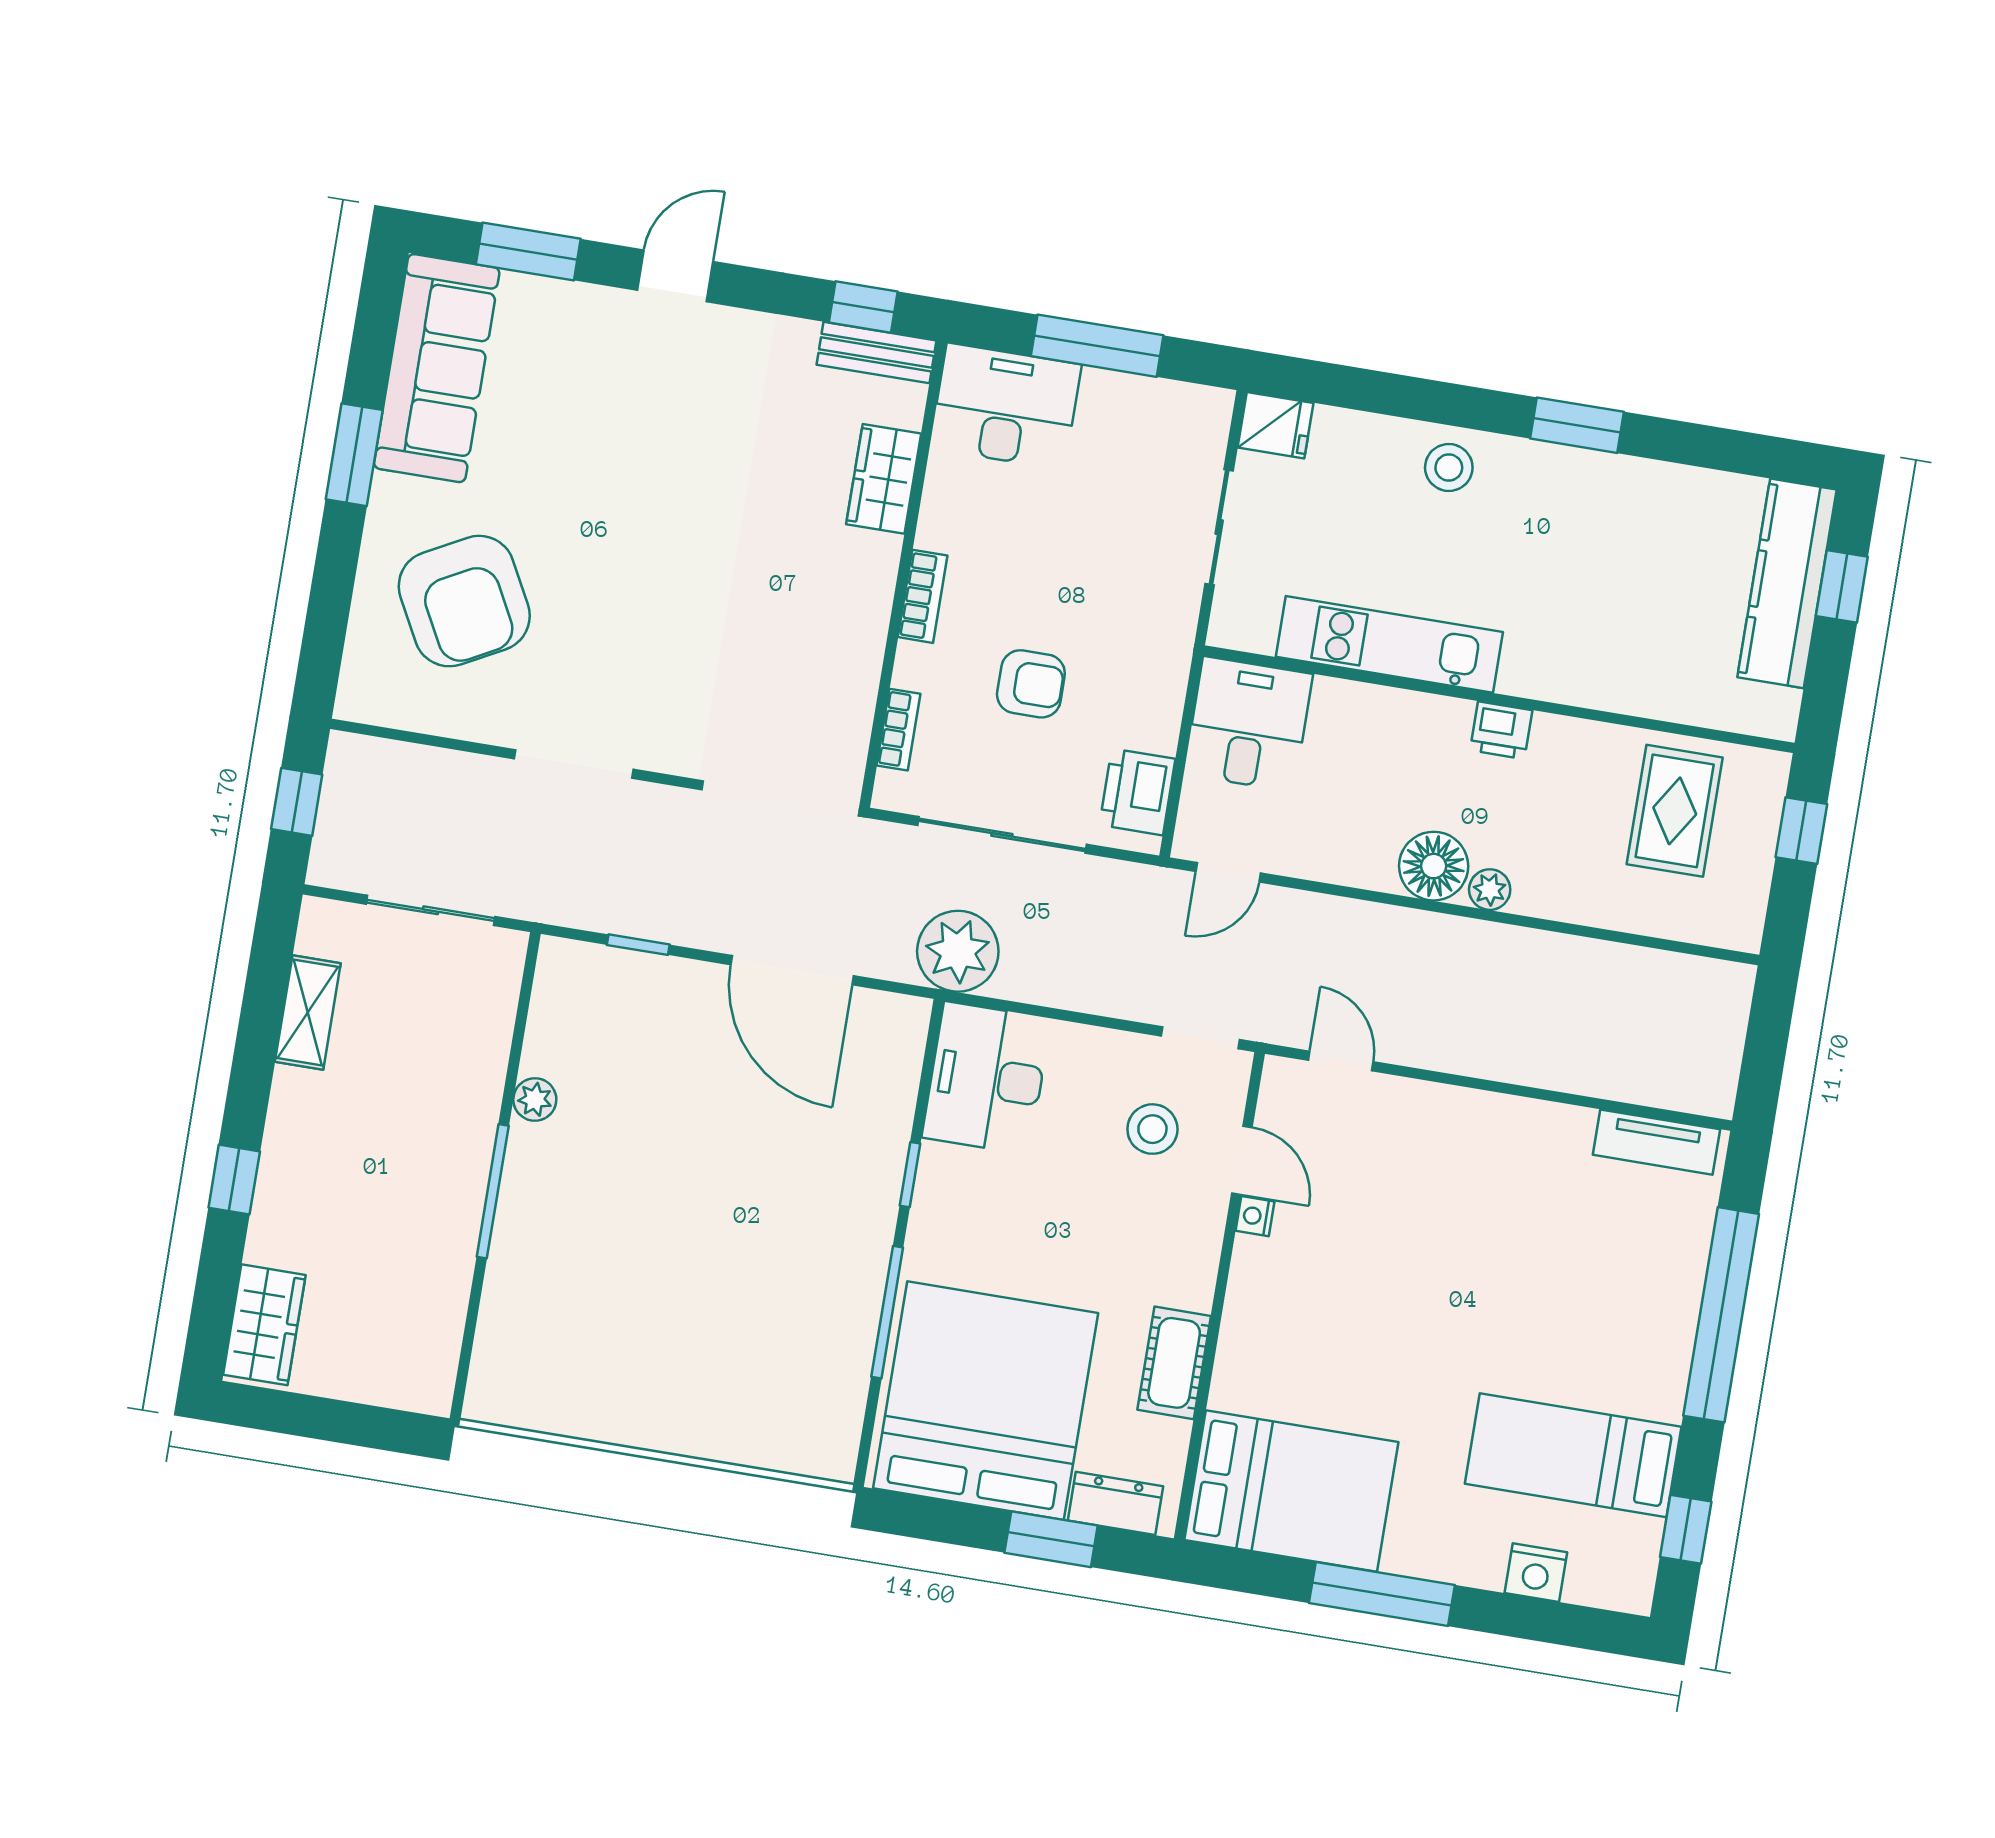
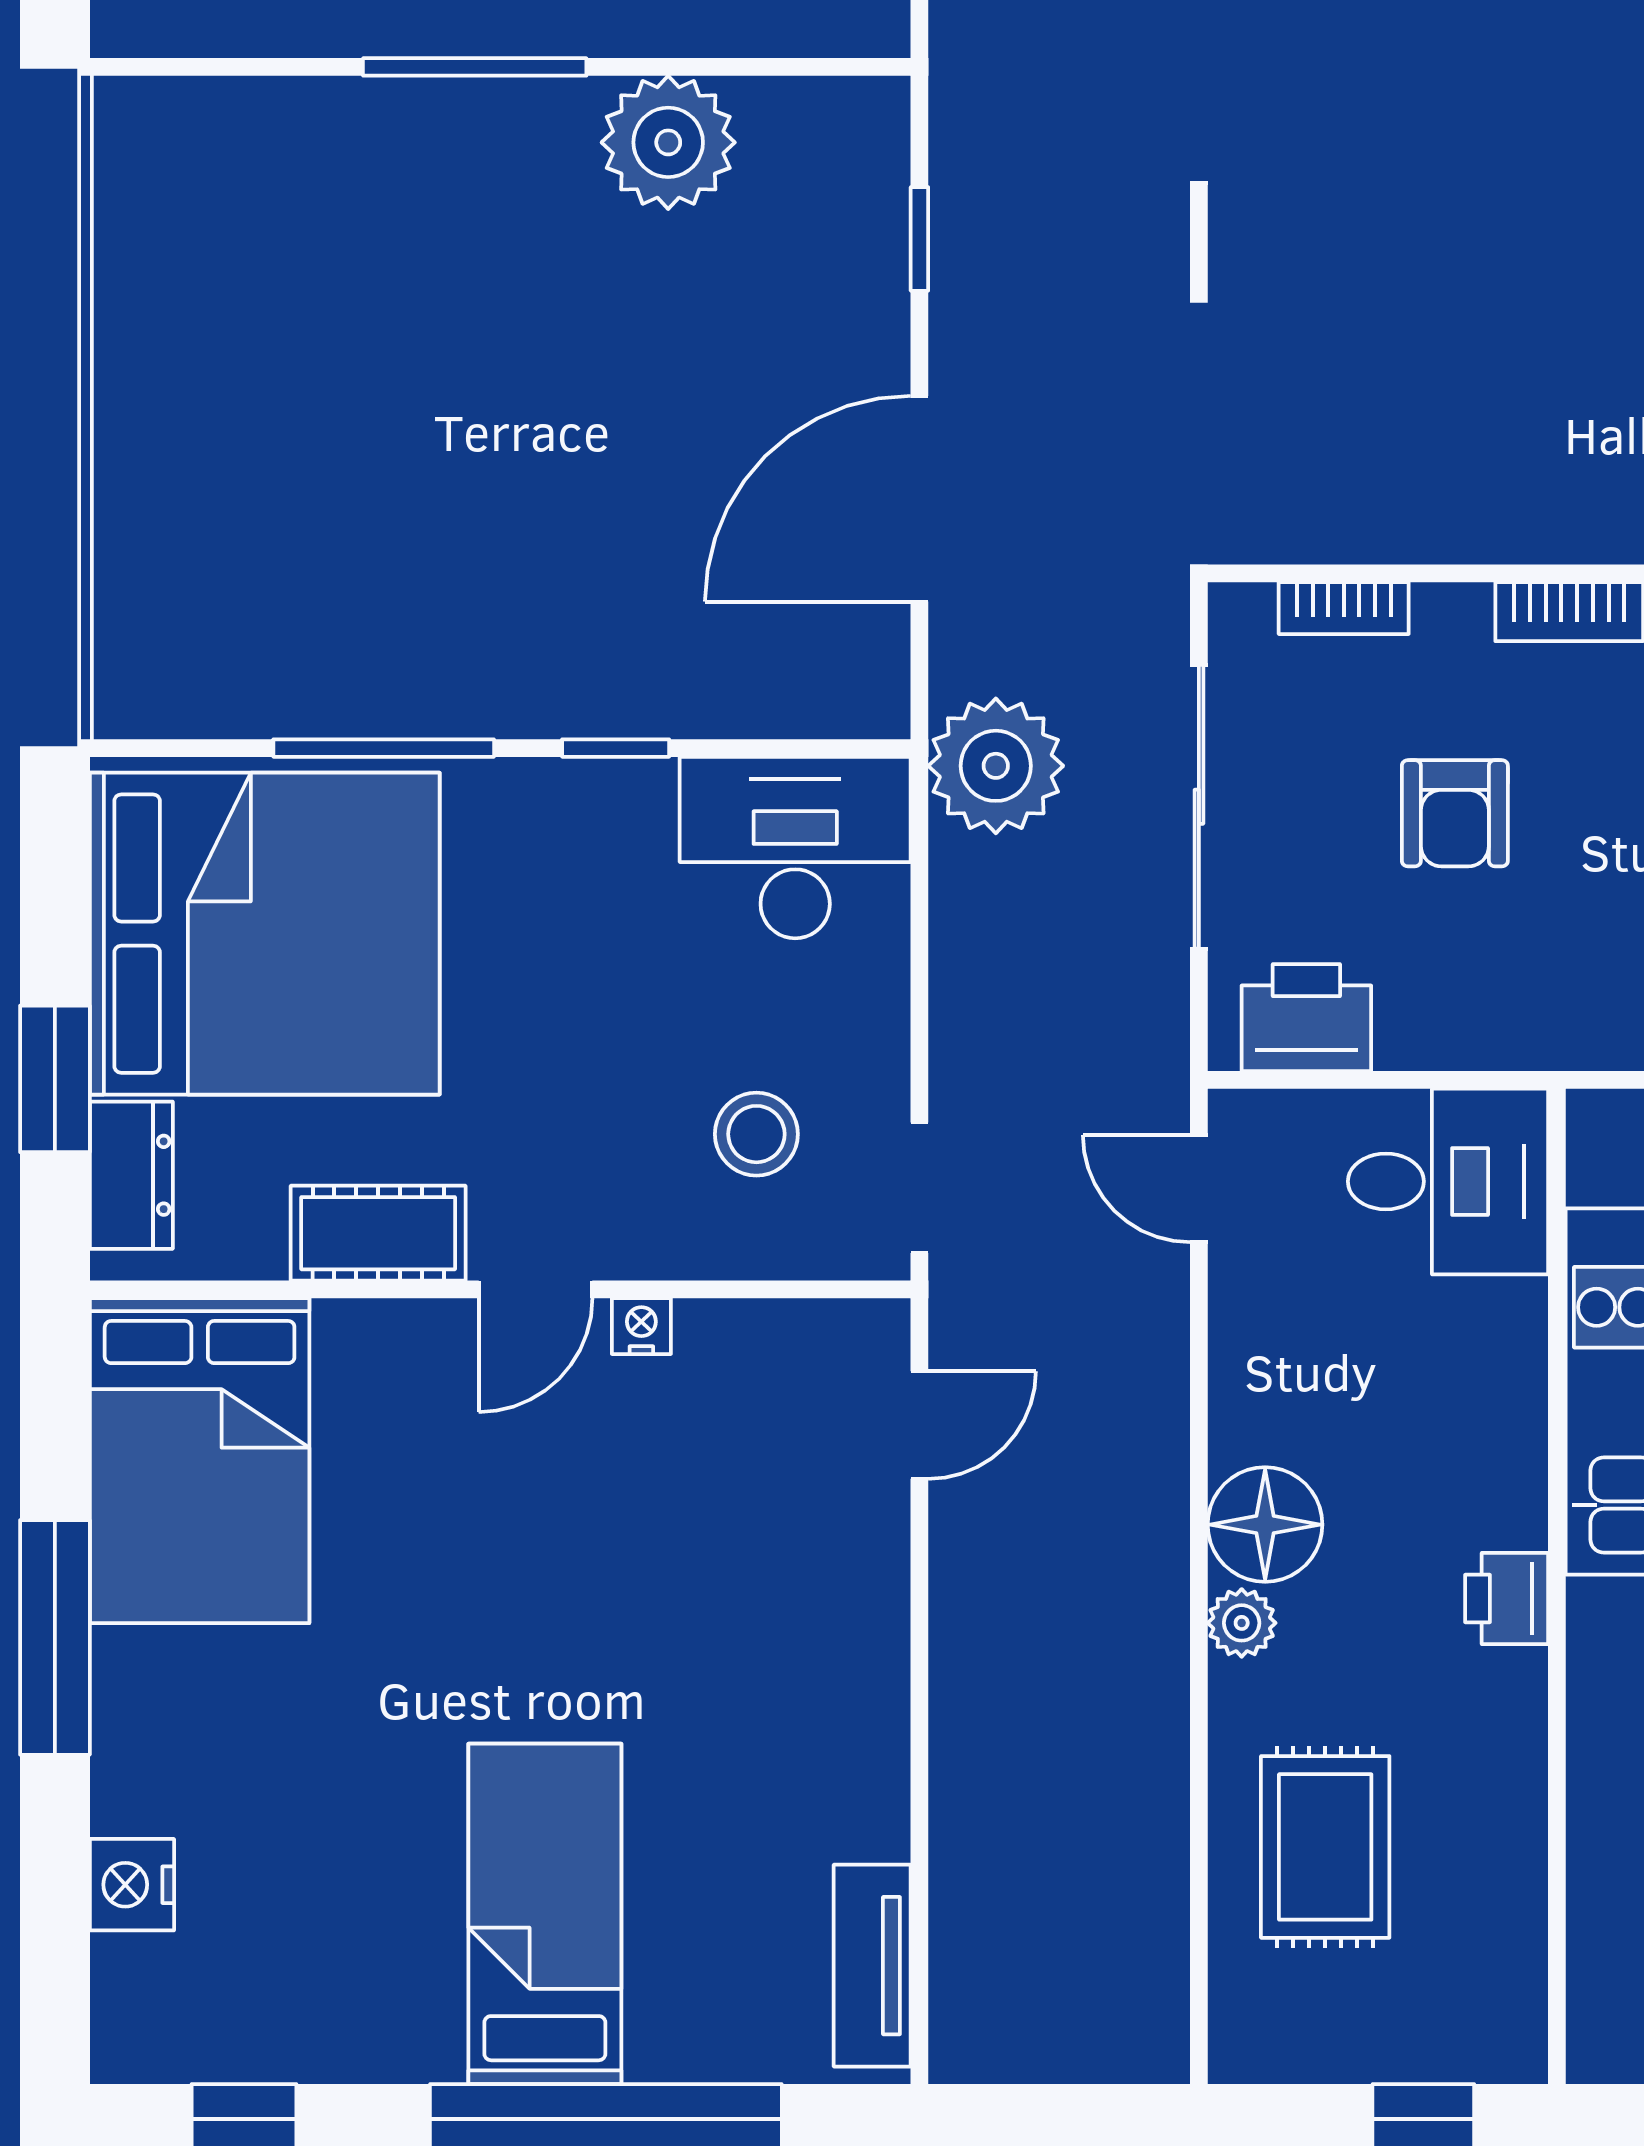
rug: (1675, 811) -> (1325, 1847), moved, turned 90
plant: (535, 1099) -> (668, 142), width x1.88, depth x1.88
door: (1242, 1160) -> (535, 1289), moved
bed: (1573, 1455) -> (545, 1914), moved

